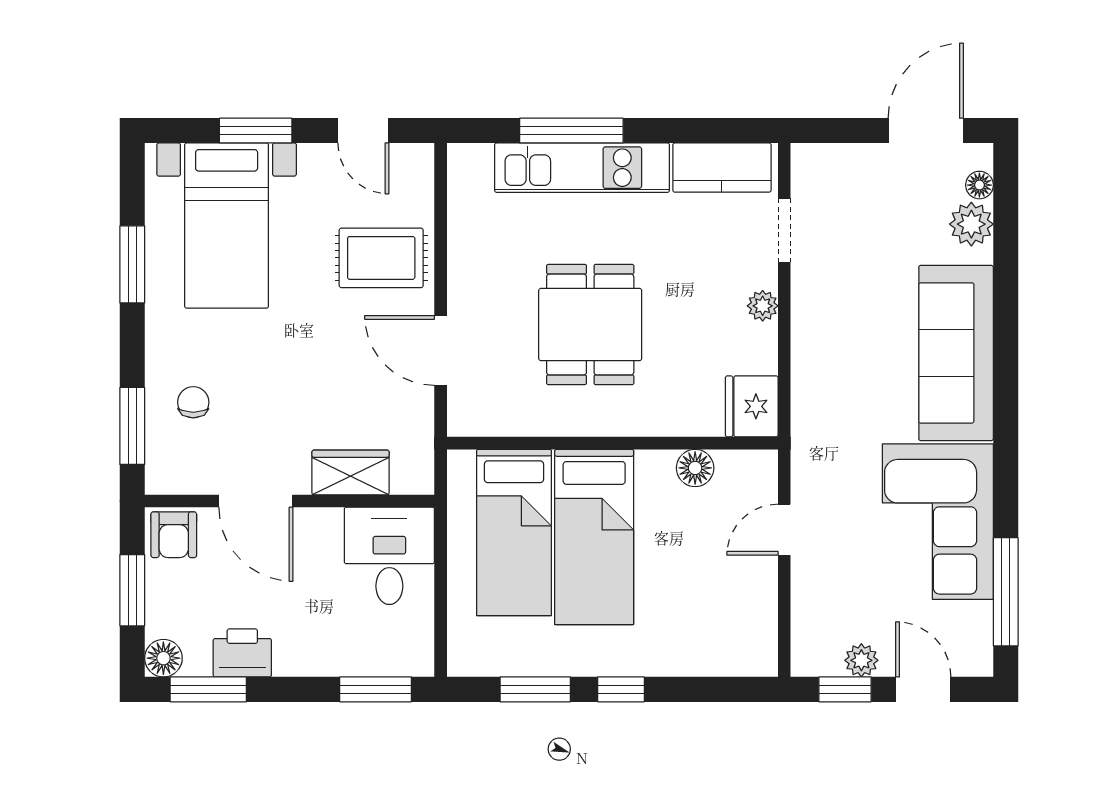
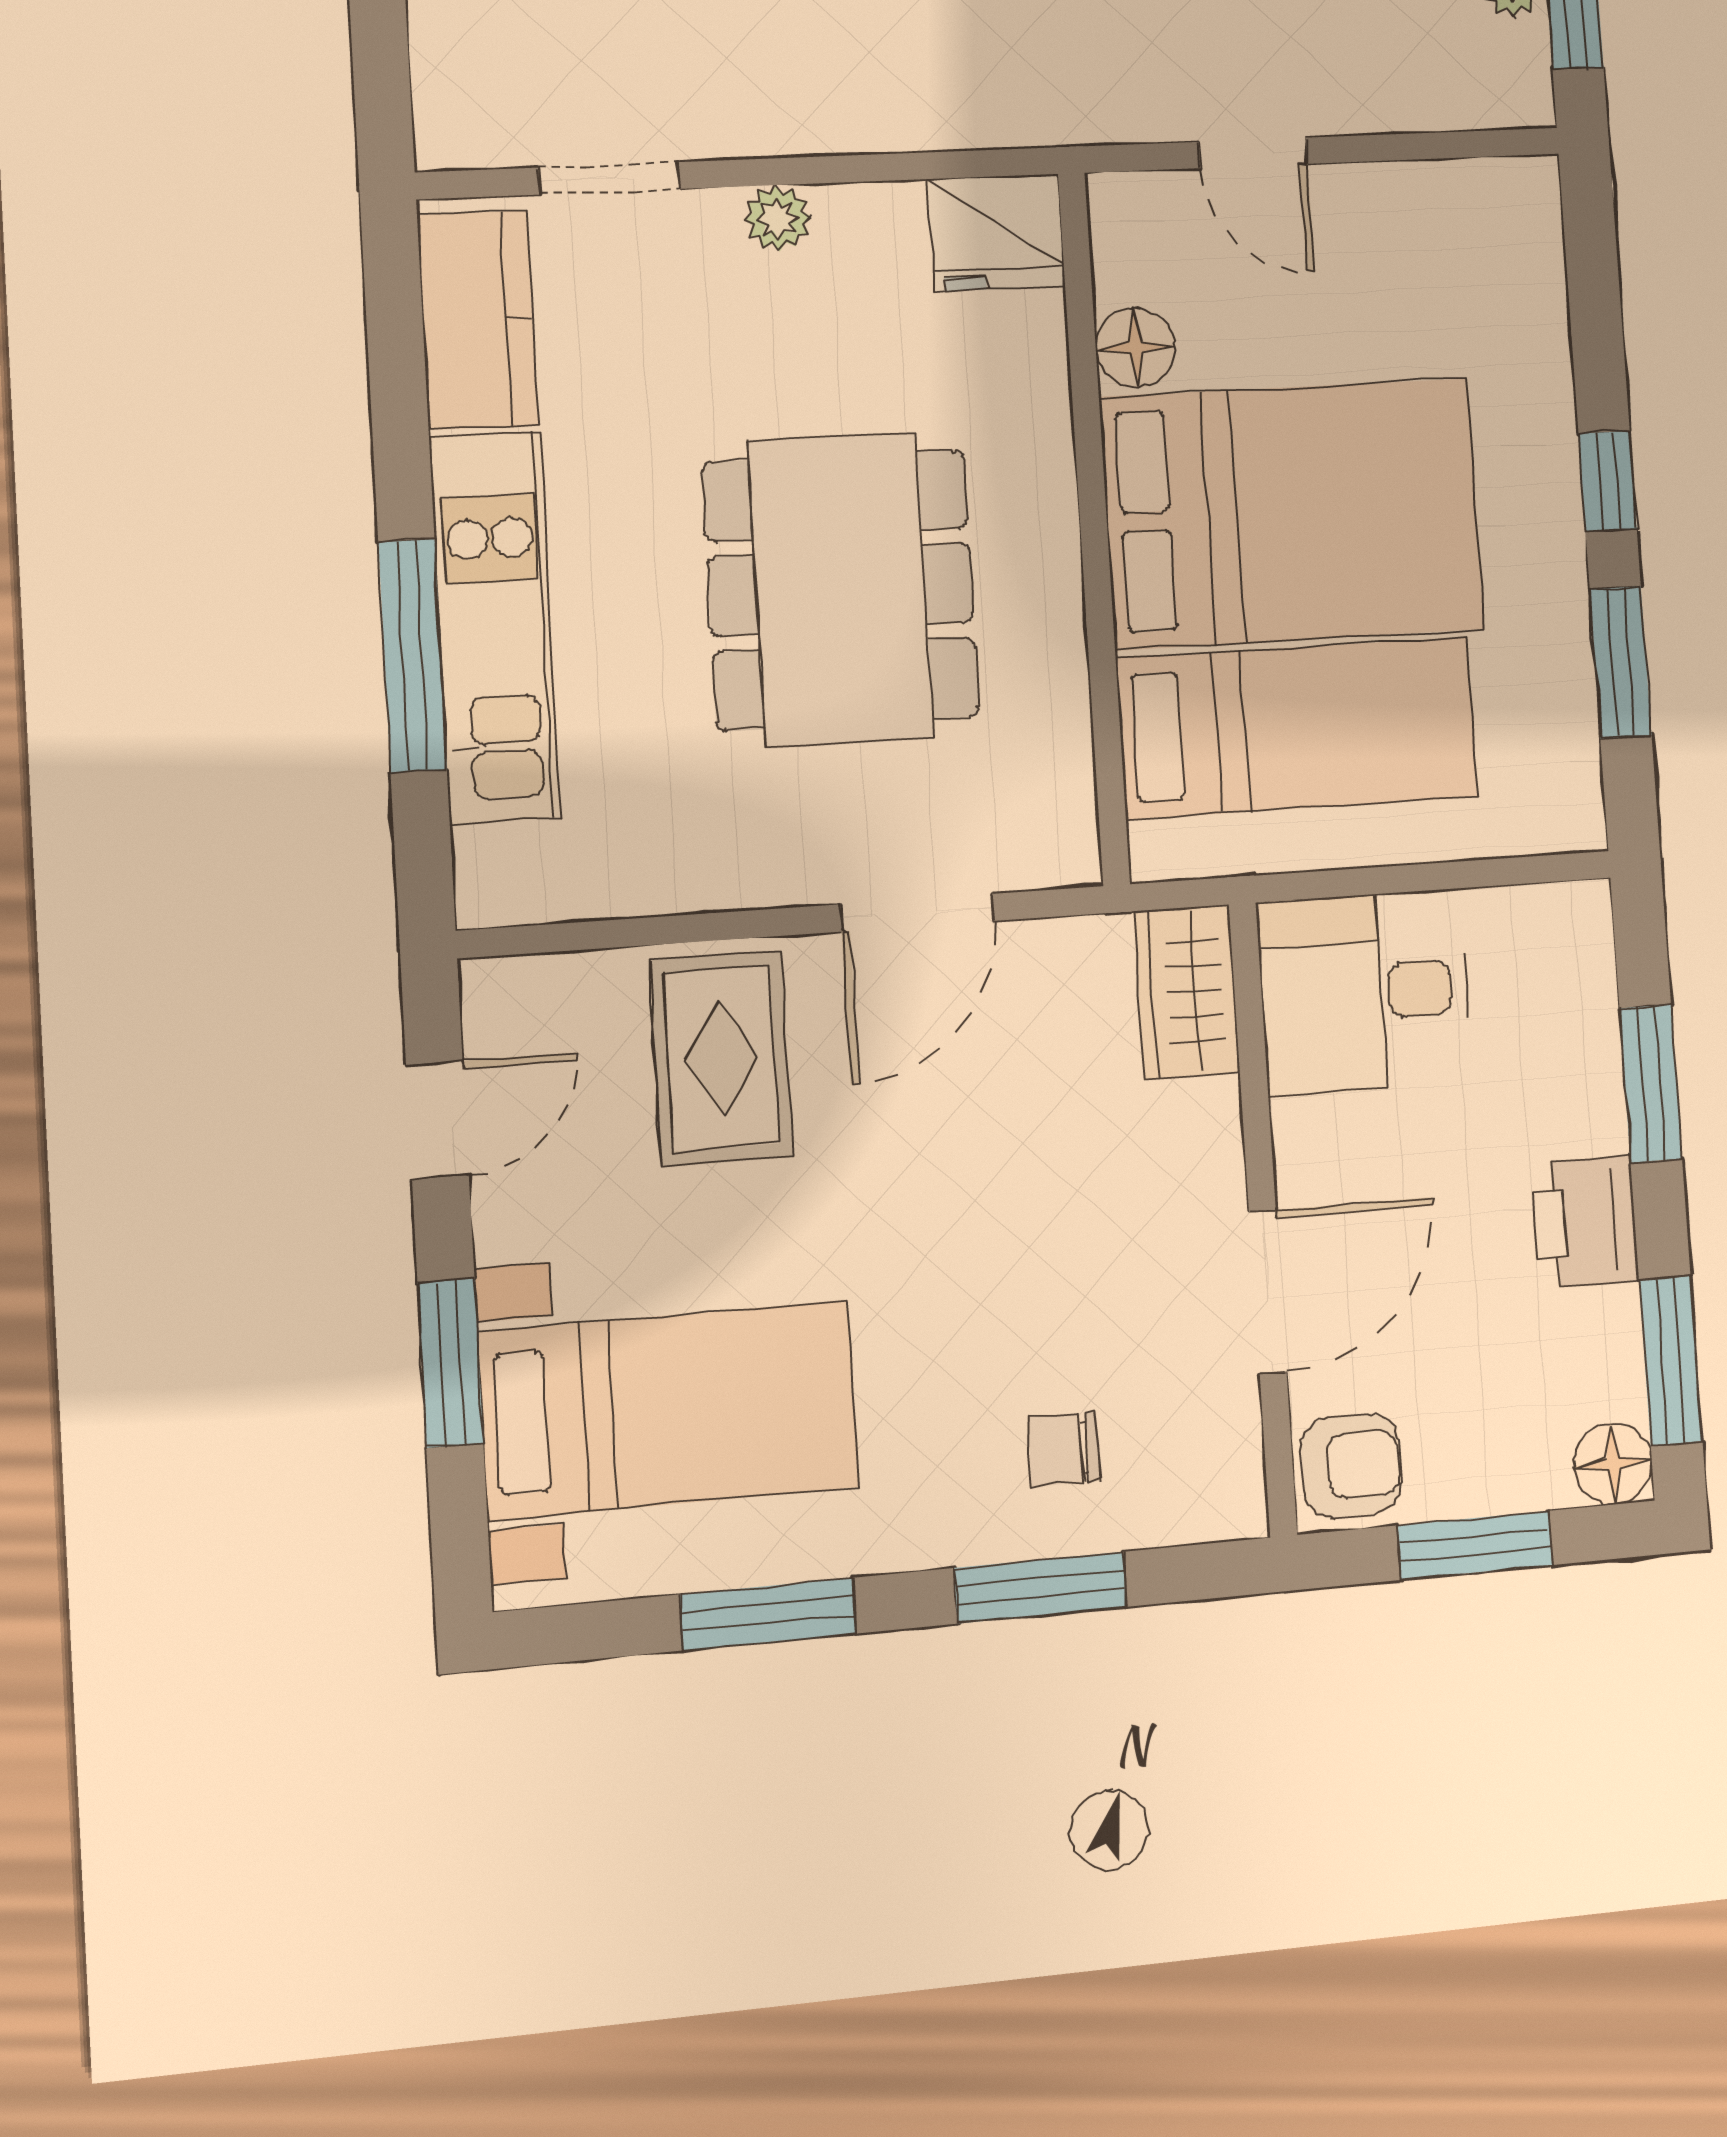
dining table: (590, 325) -> (841, 590), width x1.38
window: (132, 426) -> (1040, 1588), moved
wardrobe: (351, 472) -> (1187, 992), moved
bed: (594, 537) -> (1293, 513), width x1.50
printer: (242, 653) -> (1585, 1222), moved
window: (376, 689) -> (1651, 1083), moved

